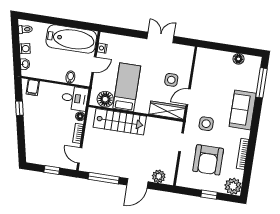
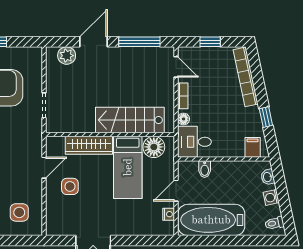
wardrobe: (167, 110) -> (89, 145), moved
side table: (206, 124) -> (19, 212), moved
bookcase: (30, 140) -> (246, 77), added

